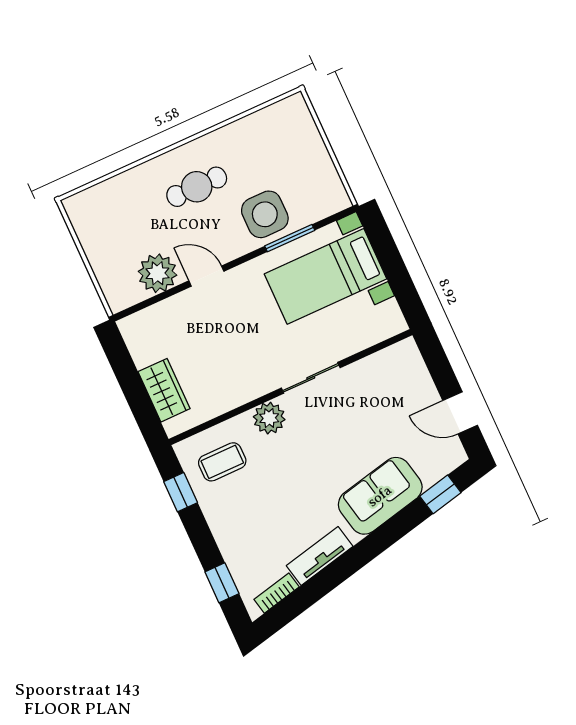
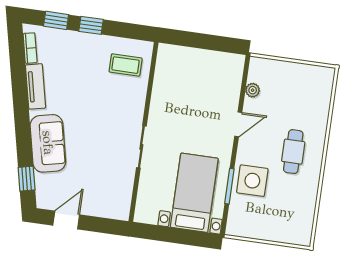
plant: (157, 273) -> (253, 90), width x0.53, depth x0.53
wardrobe: (164, 390) -> (188, 58), removed
plant: (269, 418) -> (133, 108), removed
coffee table: (222, 462) -> (126, 65), turned 90
window: (181, 492) -> (91, 25), moved

